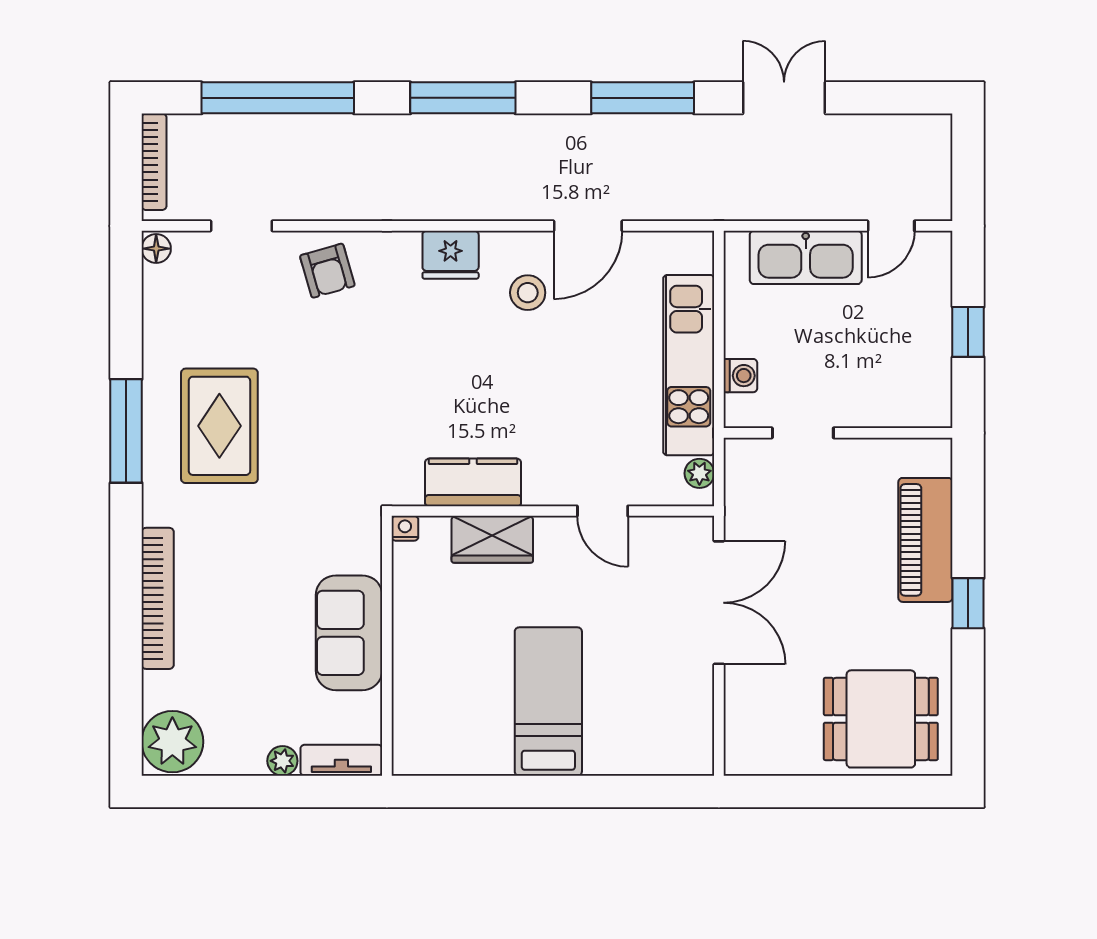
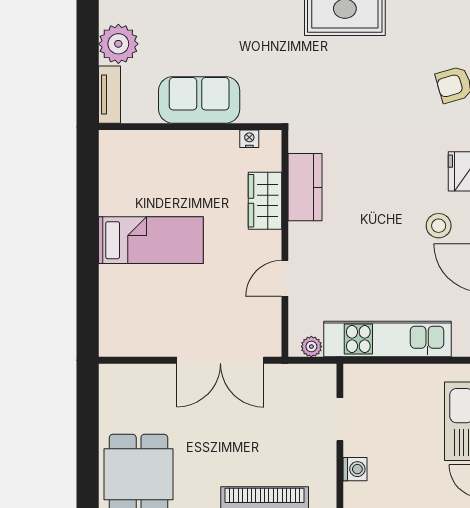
washing machine: (740, 376) -> (355, 469), moved, turned -90
nightstand: (405, 528) -> (249, 139), moved, turned -90
plant: (282, 761) -> (118, 44), width x1.88, depth x1.88

